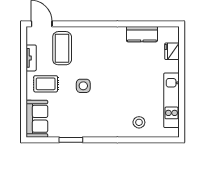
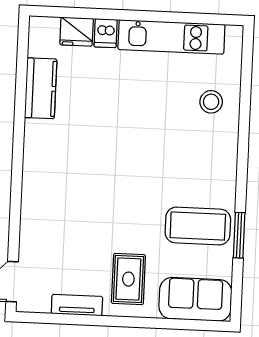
coffee table: (62, 48) -> (198, 226), moved
dishwasher: (172, 66) -> (106, 33), added
side table: (83, 86) -> (136, 206), removed

